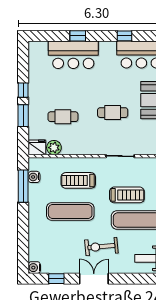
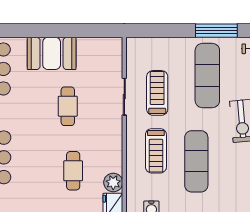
treadmill: (127, 195) -> (157, 93), moved

